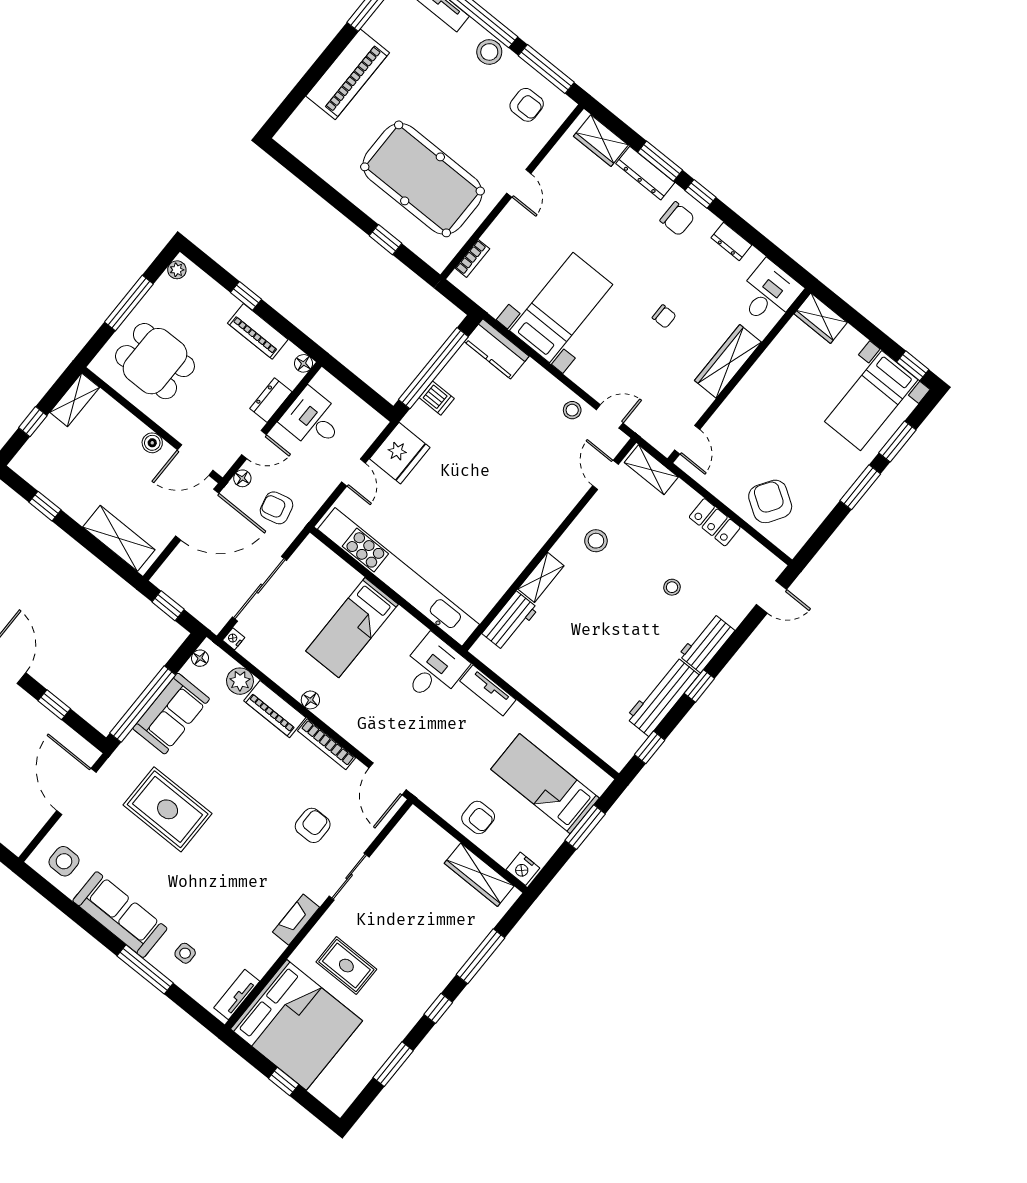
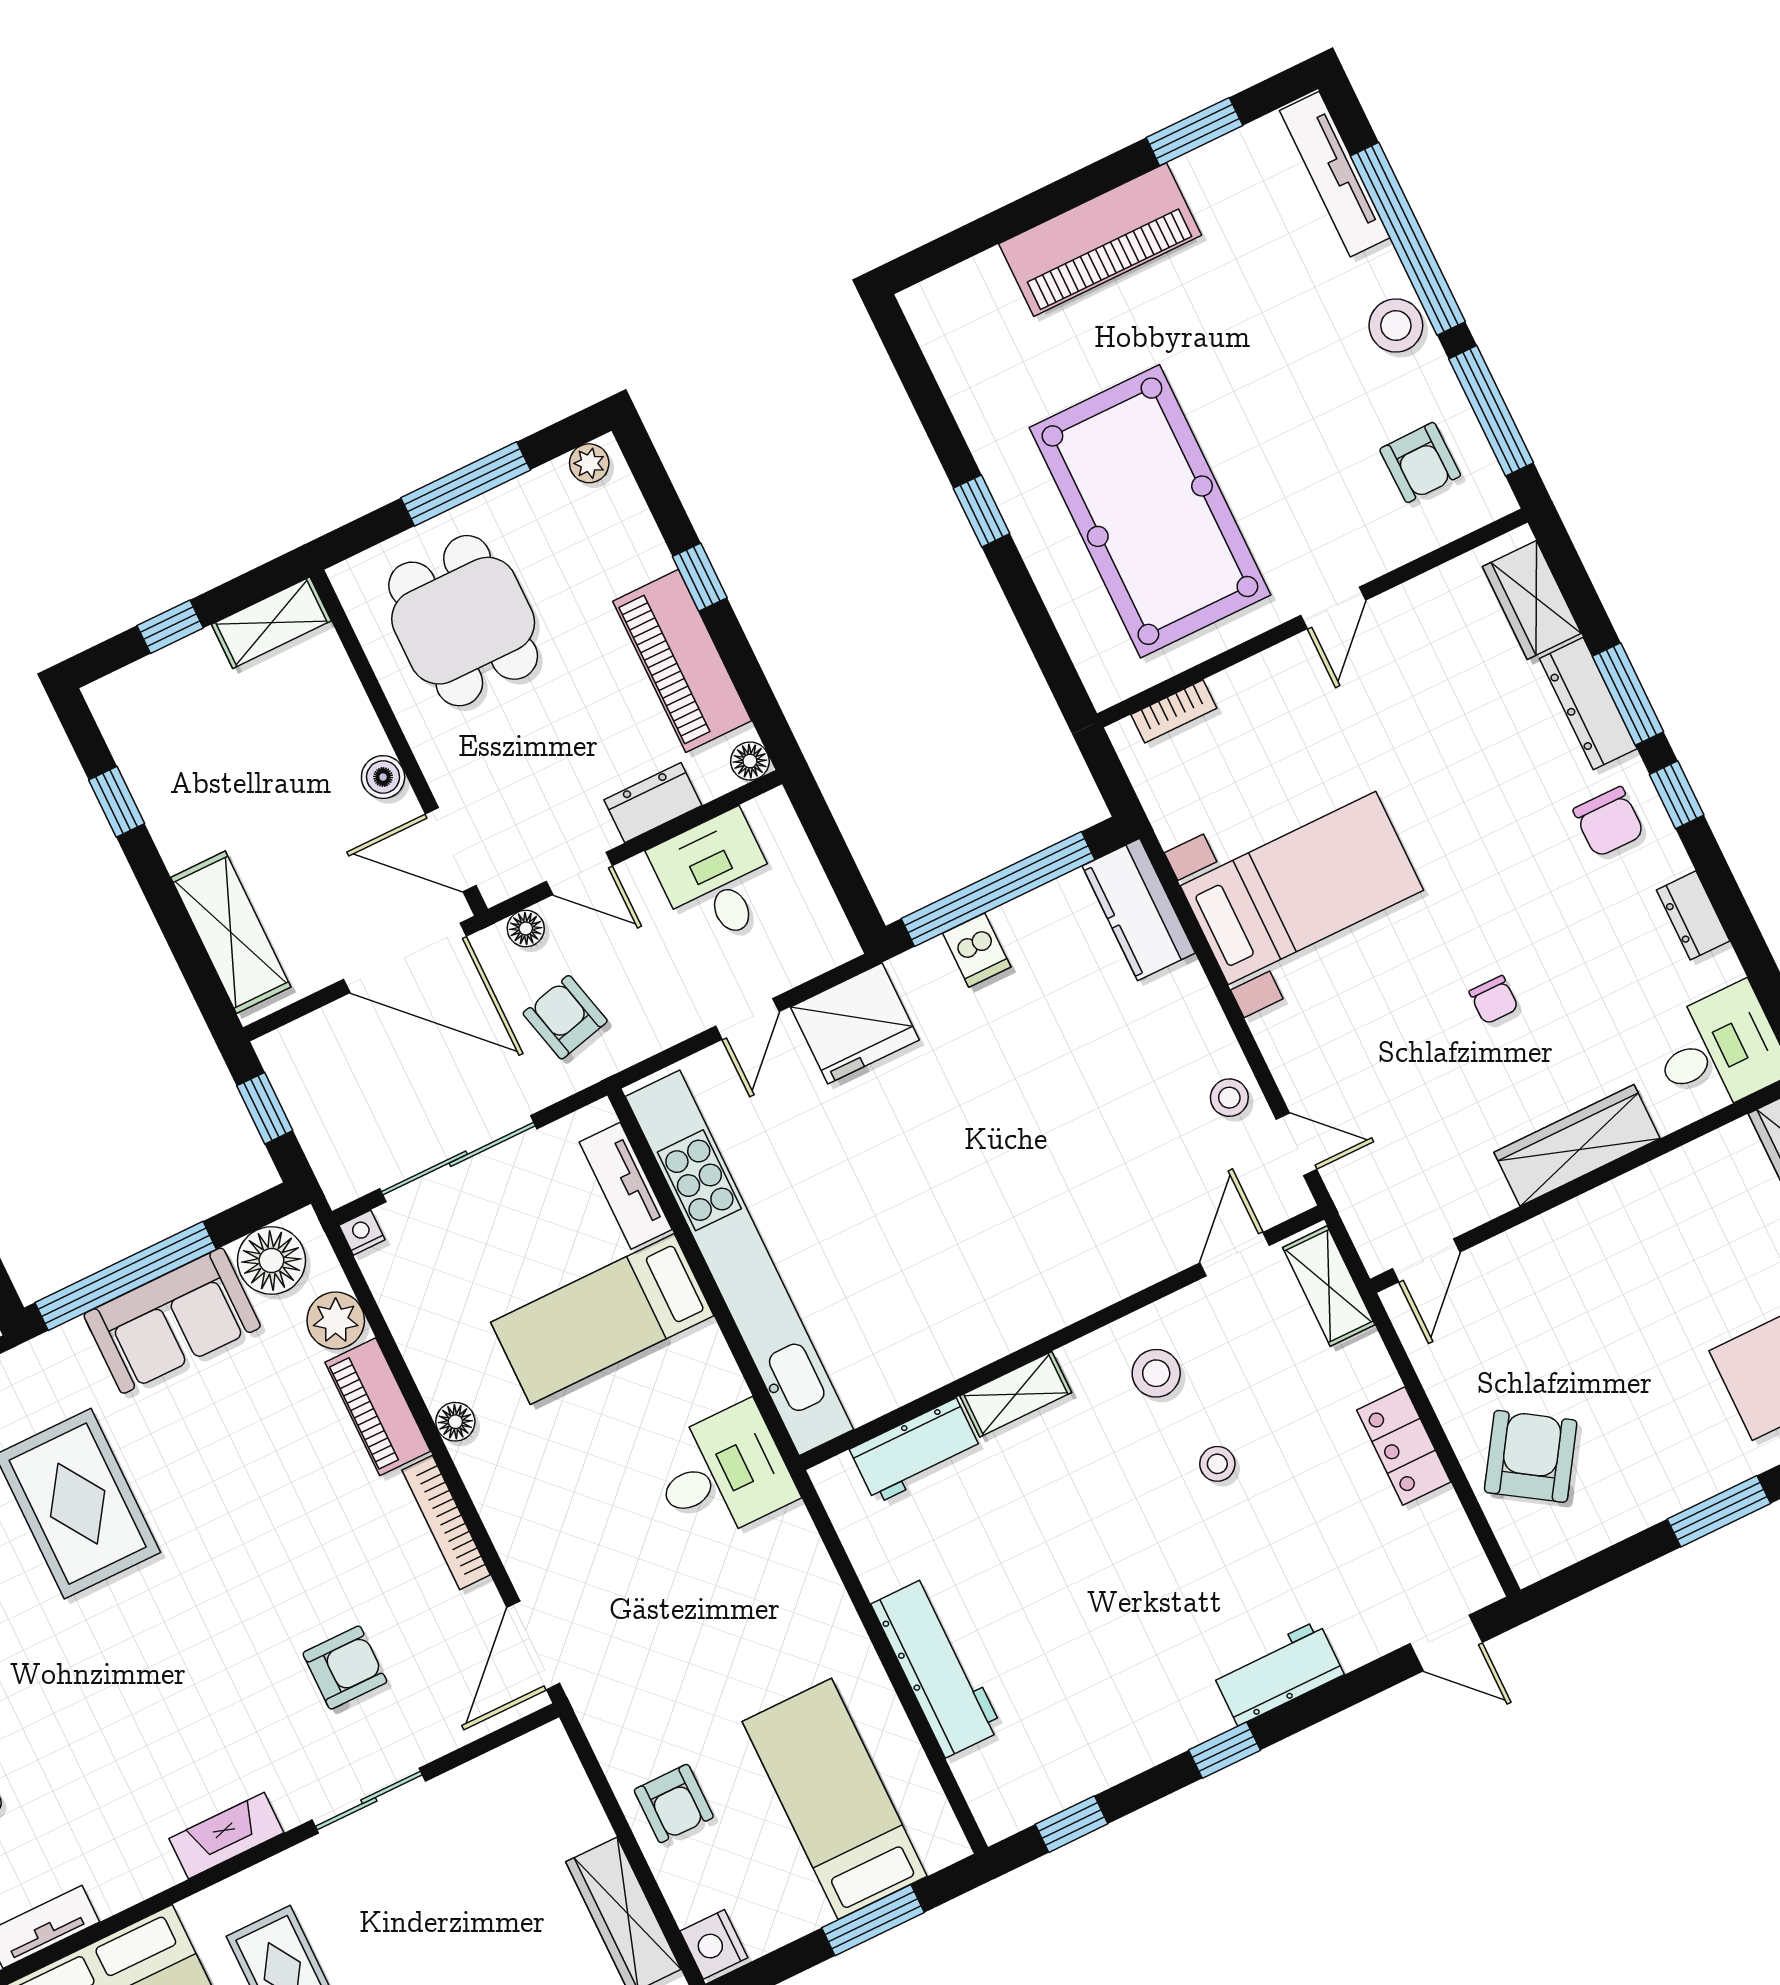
window: (385, 240) -> (982, 511), moved
piano: (258, 331) -> (682, 661), width x1.37, depth x1.33
stool: (672, 587) -> (1217, 1464), moved
floor lamp: (200, 658) -> (271, 1260), width x1.89, depth x1.89
tv unit: (488, 690) -> (626, 1186), moved
workbench: (662, 696) -> (937, 1667), moved, turned 90

